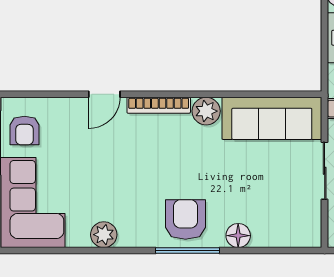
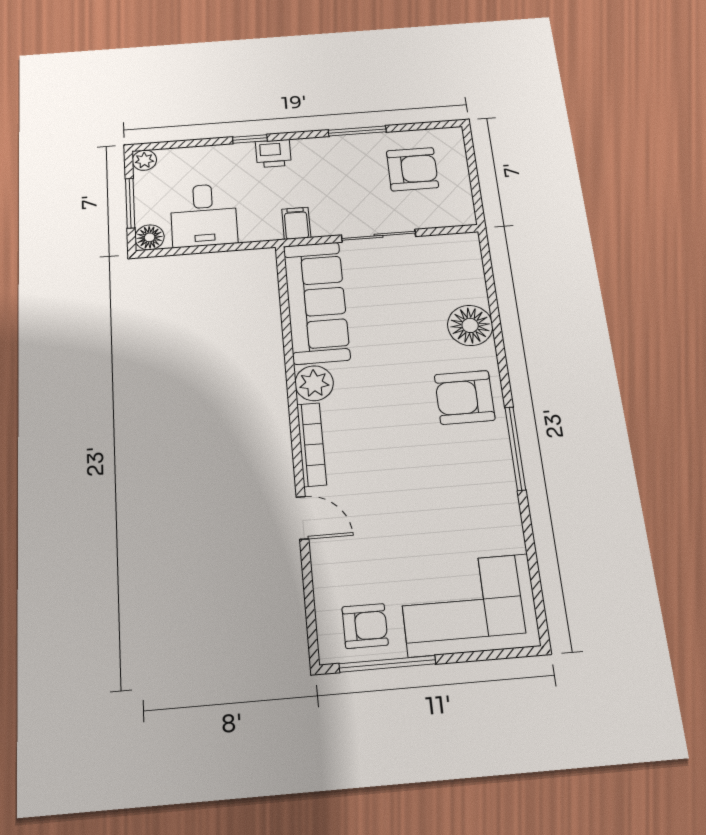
plant: (104, 235) -> (501, 502), removed
floor lamp: (238, 236) -> (470, 325), width x1.38, depth x1.38
window: (188, 251) -> (515, 448), moved

